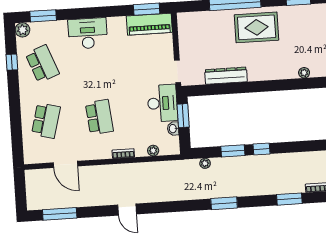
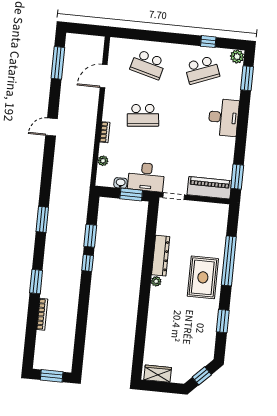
piano: (149, 24) -> (209, 188), moved, turned 90
plant: (304, 73) -> (156, 281), moved
dresser: (226, 76) -> (161, 256), moved
plant: (205, 163) -> (83, 208), removed

